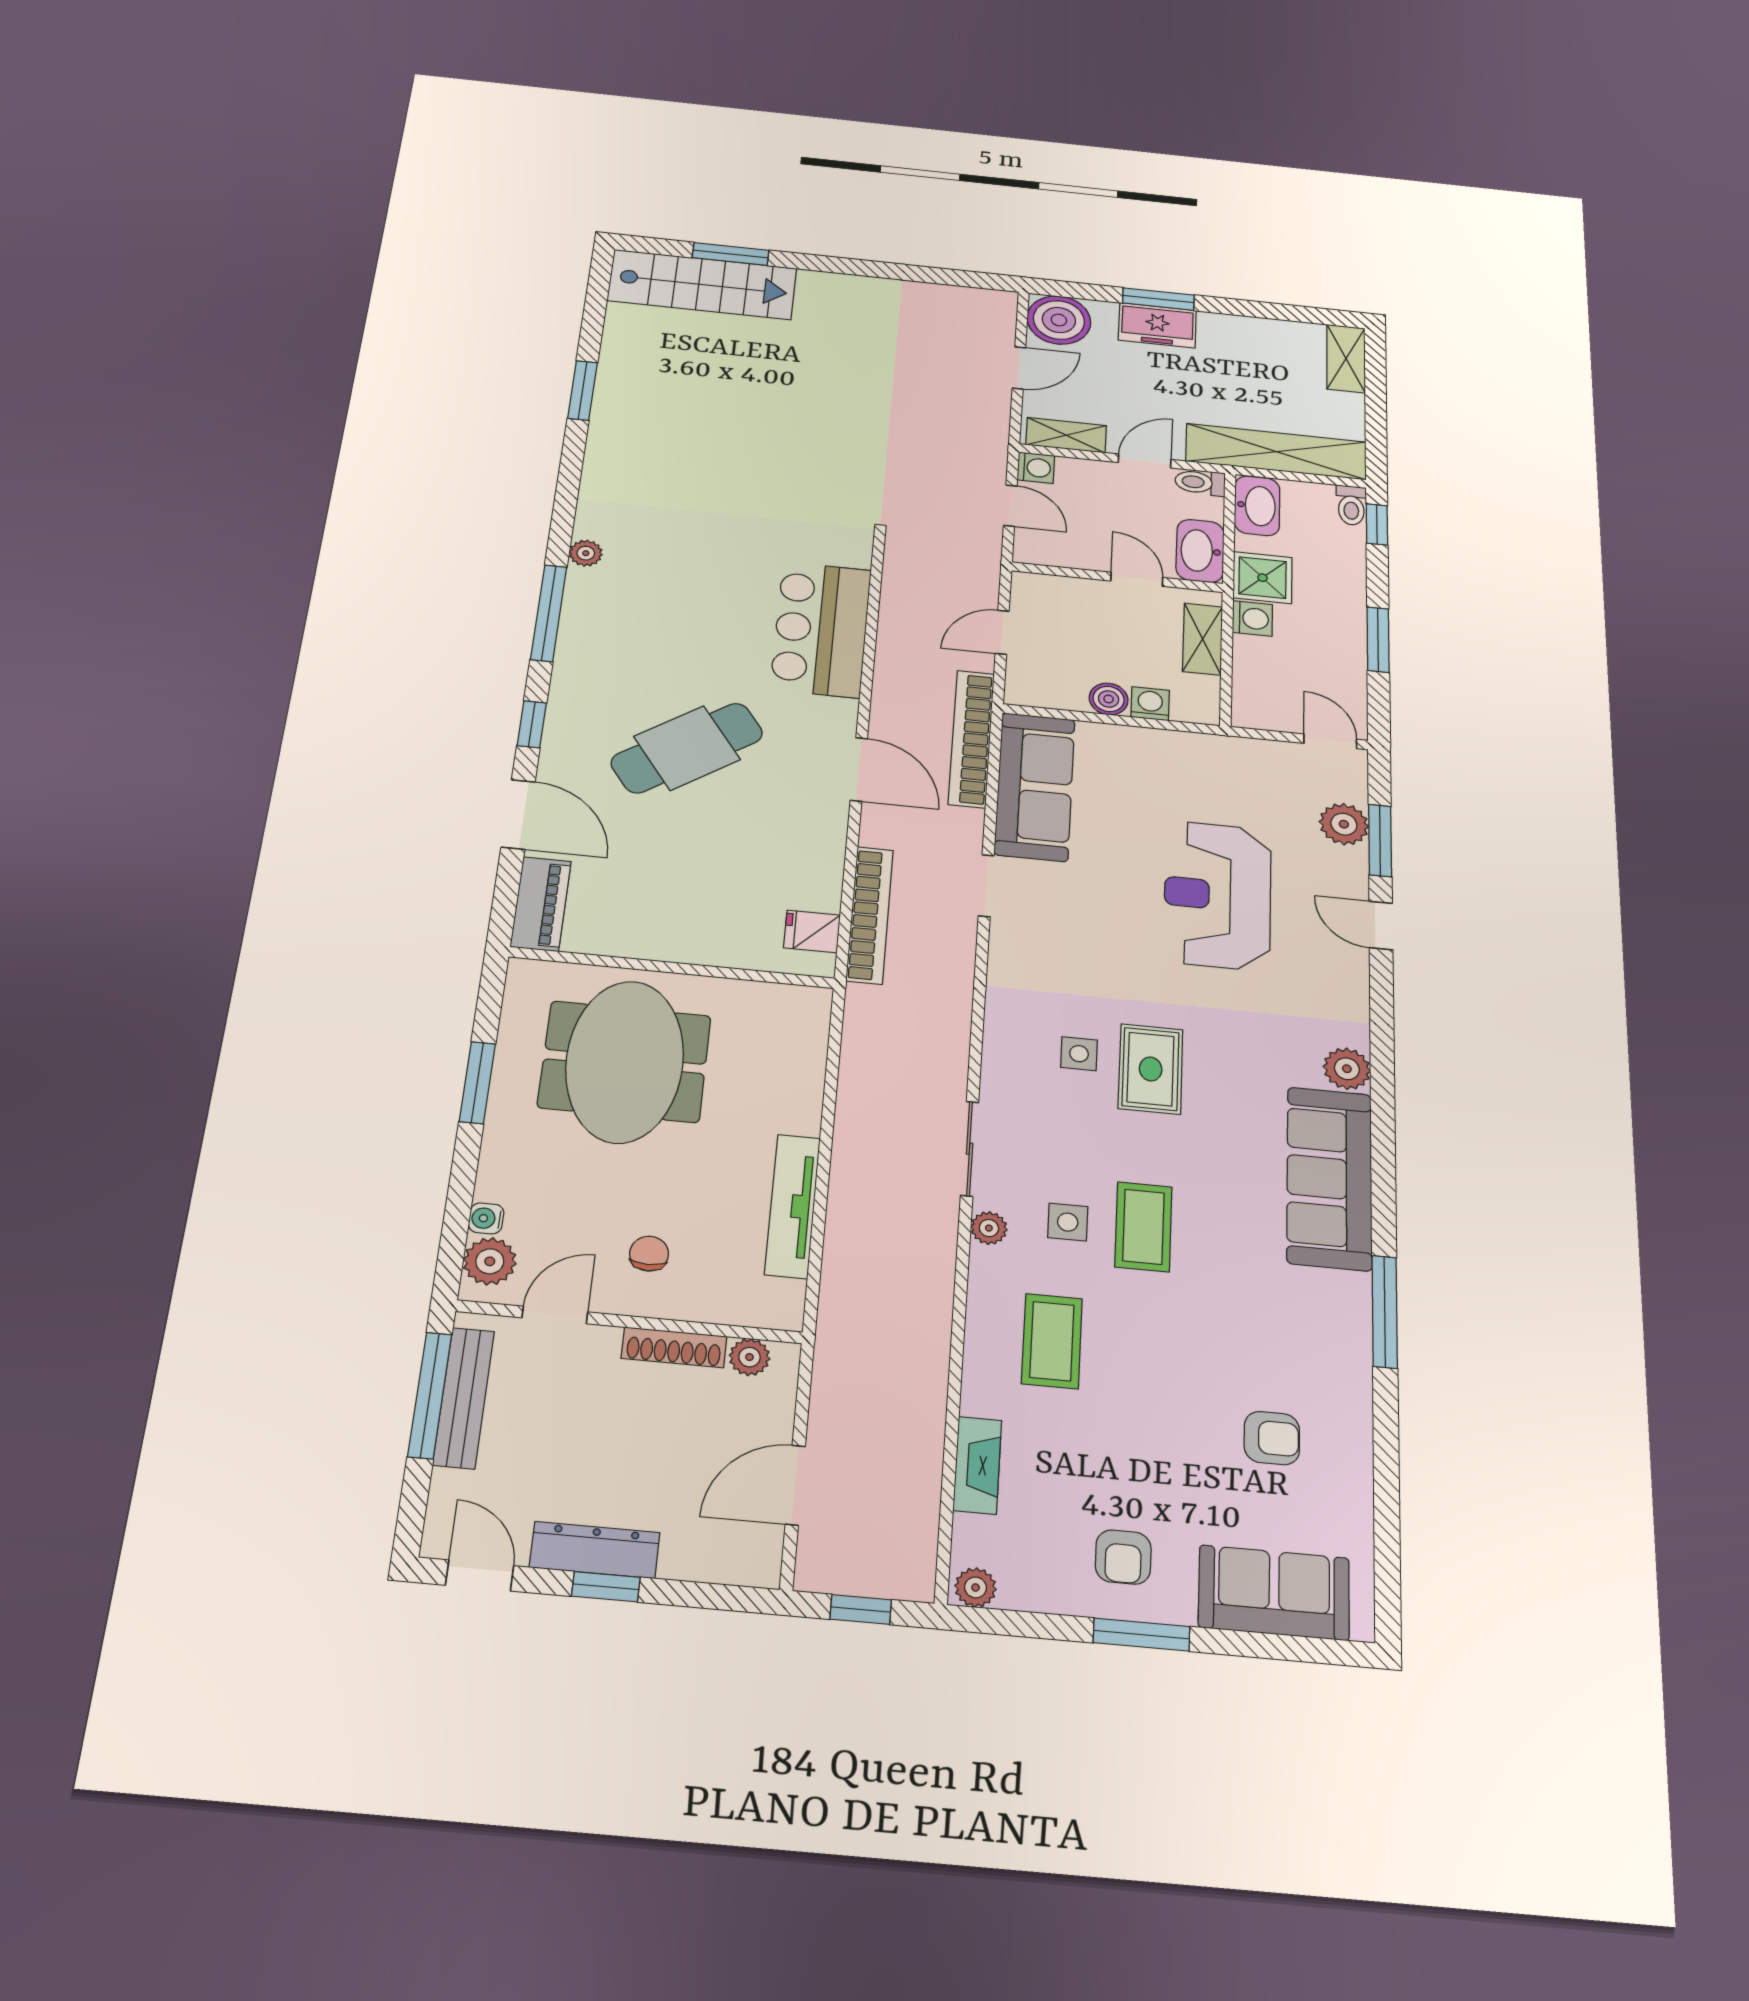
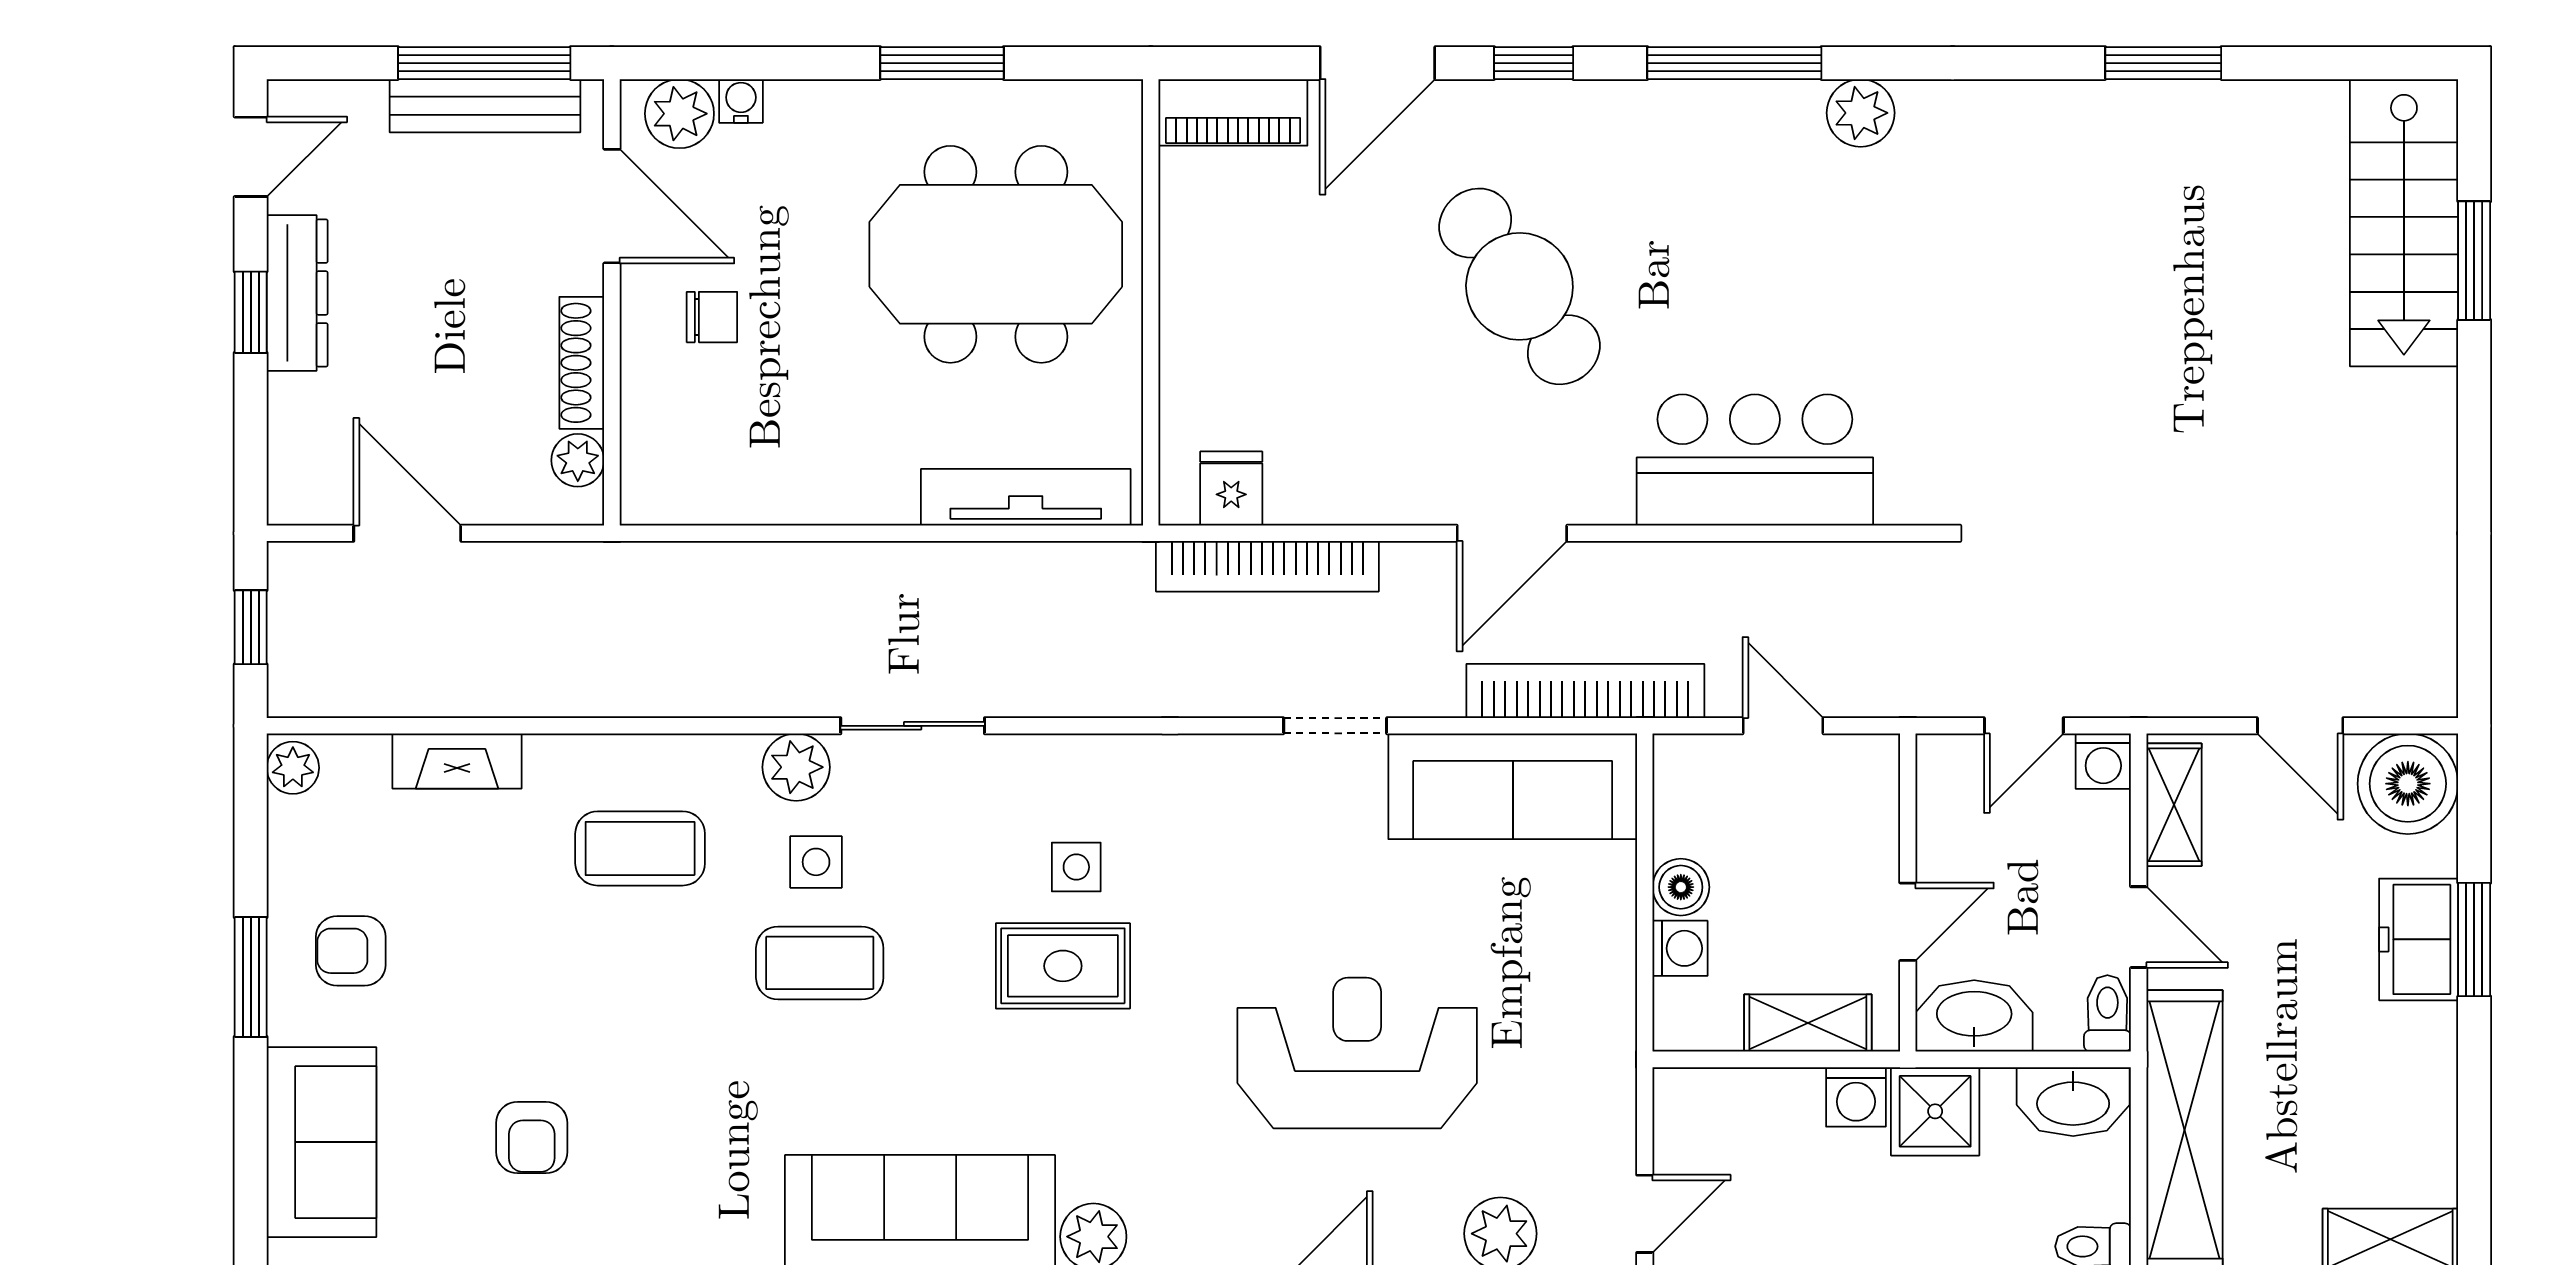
plant: (586, 553) -> (1861, 113), width x1.38, depth x1.38
tv unit: (793, 1206) -> (1026, 497), moved
plant: (989, 1228) -> (796, 767), width x1.38, depth x1.38
door: (555, 1315) -> (612, 206), width x1.38

